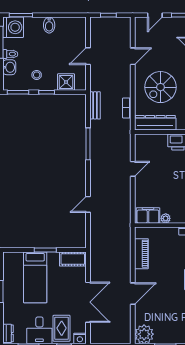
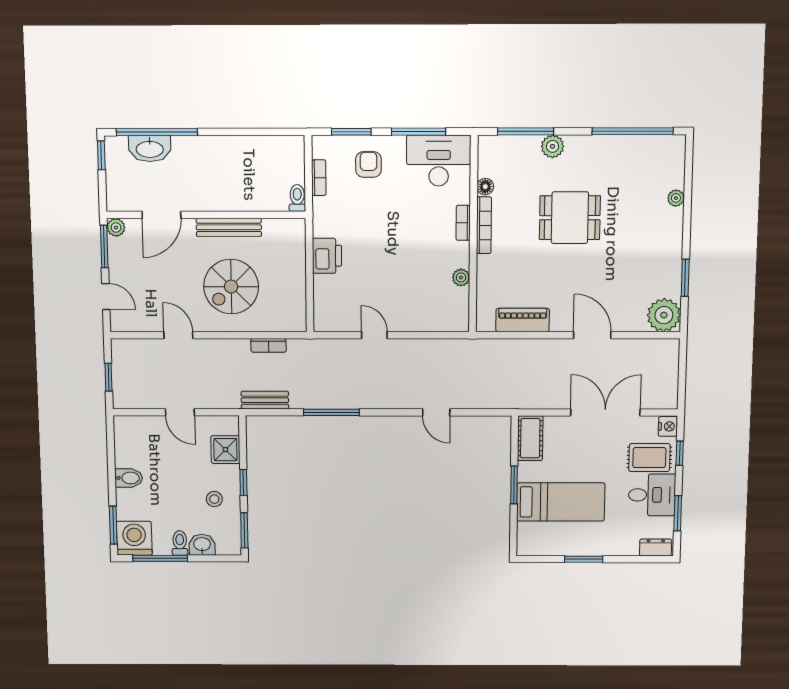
spiral stairs: (160, 87) -> (231, 287), turned 90
dresser: (155, 123) -> (293, 296), removed
filing cabinet: (148, 216) -> (456, 308), removed

